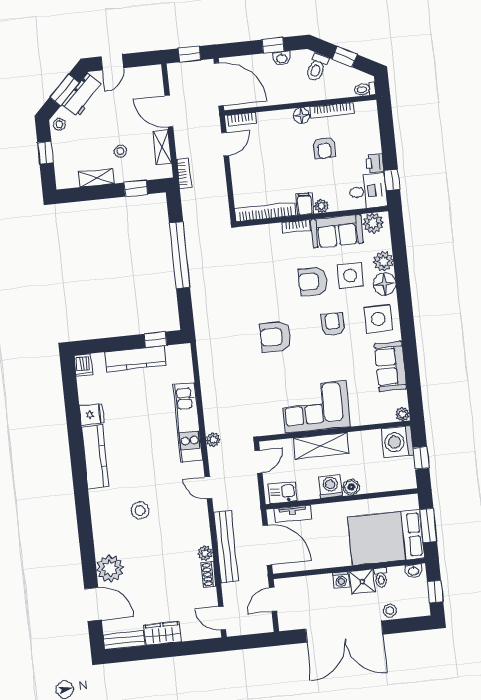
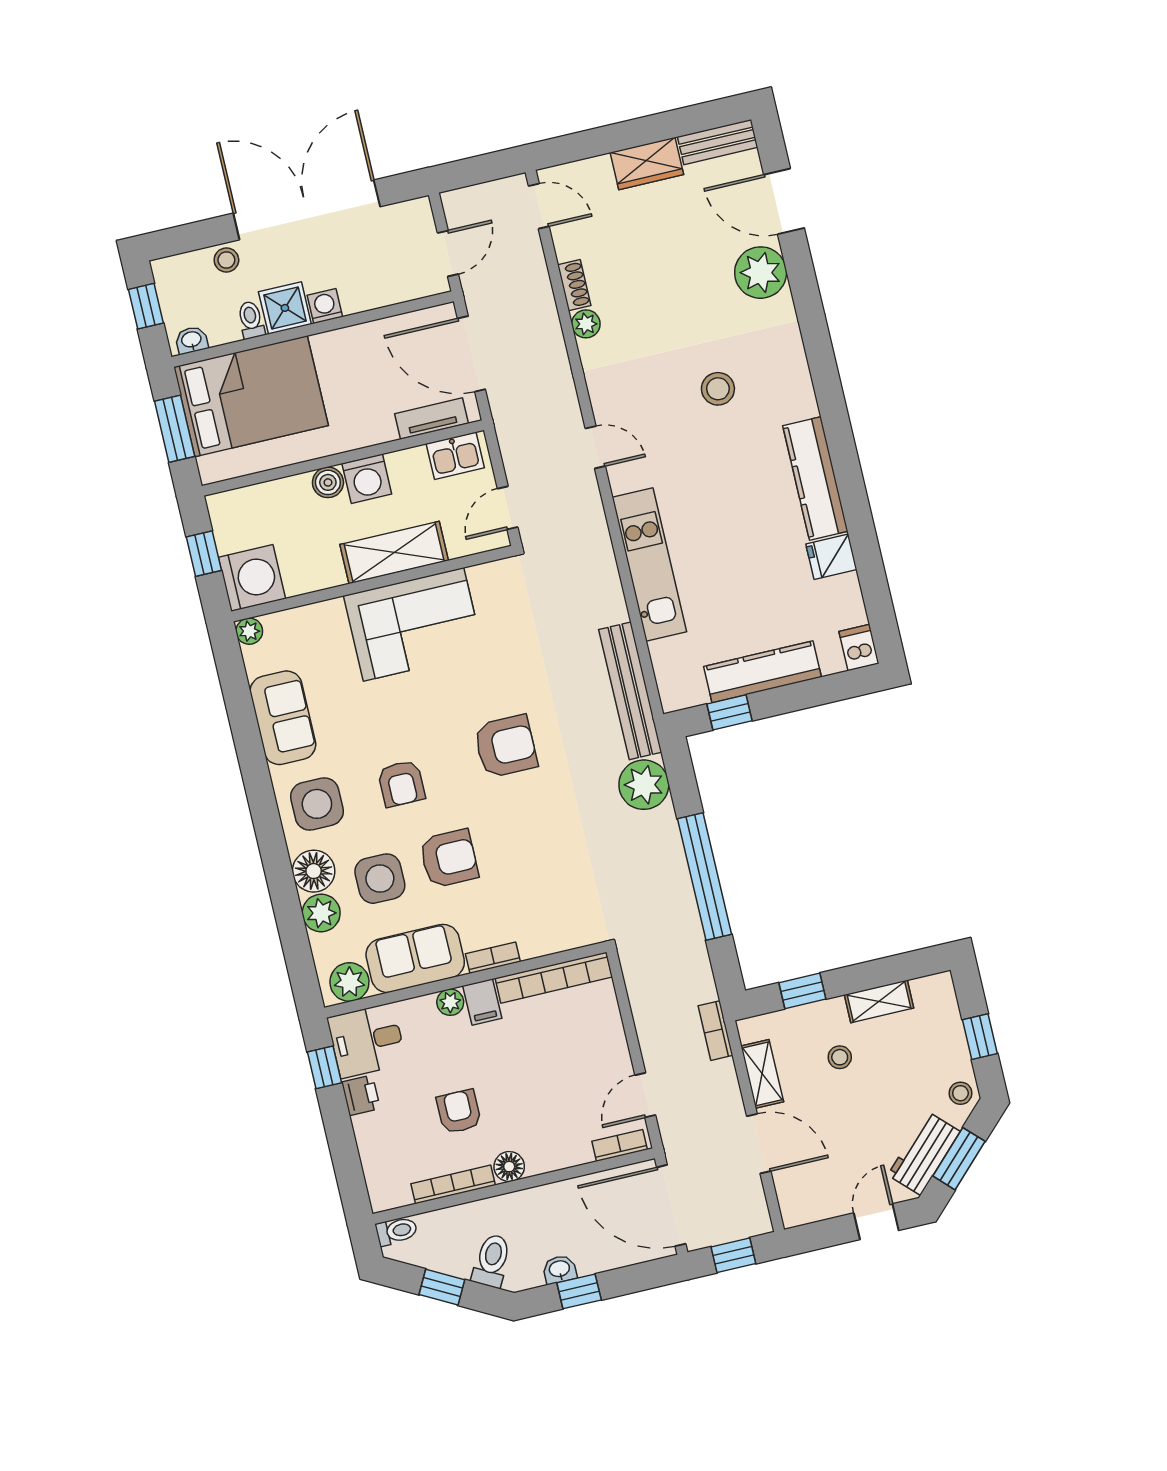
plant: (213, 440) -> (644, 785), moved, width x1.87, depth x1.87
bench: (226, 547) -> (630, 691), moved

